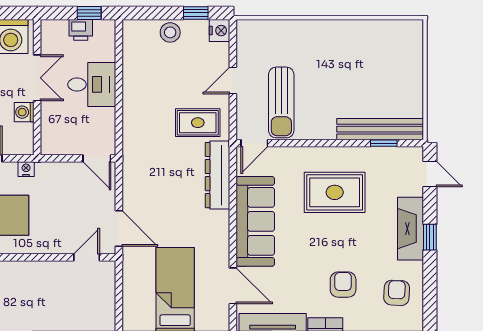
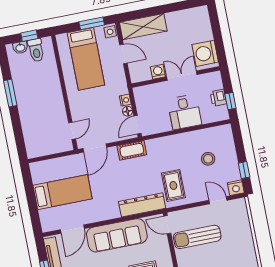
stool: (170, 32) -> (208, 159), moved
double door: (37, 78) -> (182, 76), swing flipped
door: (233, 81) -> (218, 200), moved
nightstand: (26, 169) -> (125, 100), moved
floor lamp: (74, 169) -> (128, 111), added
cot: (133, 174) -> (132, 150), added
door: (87, 257) -> (72, 131), hinge flipped

